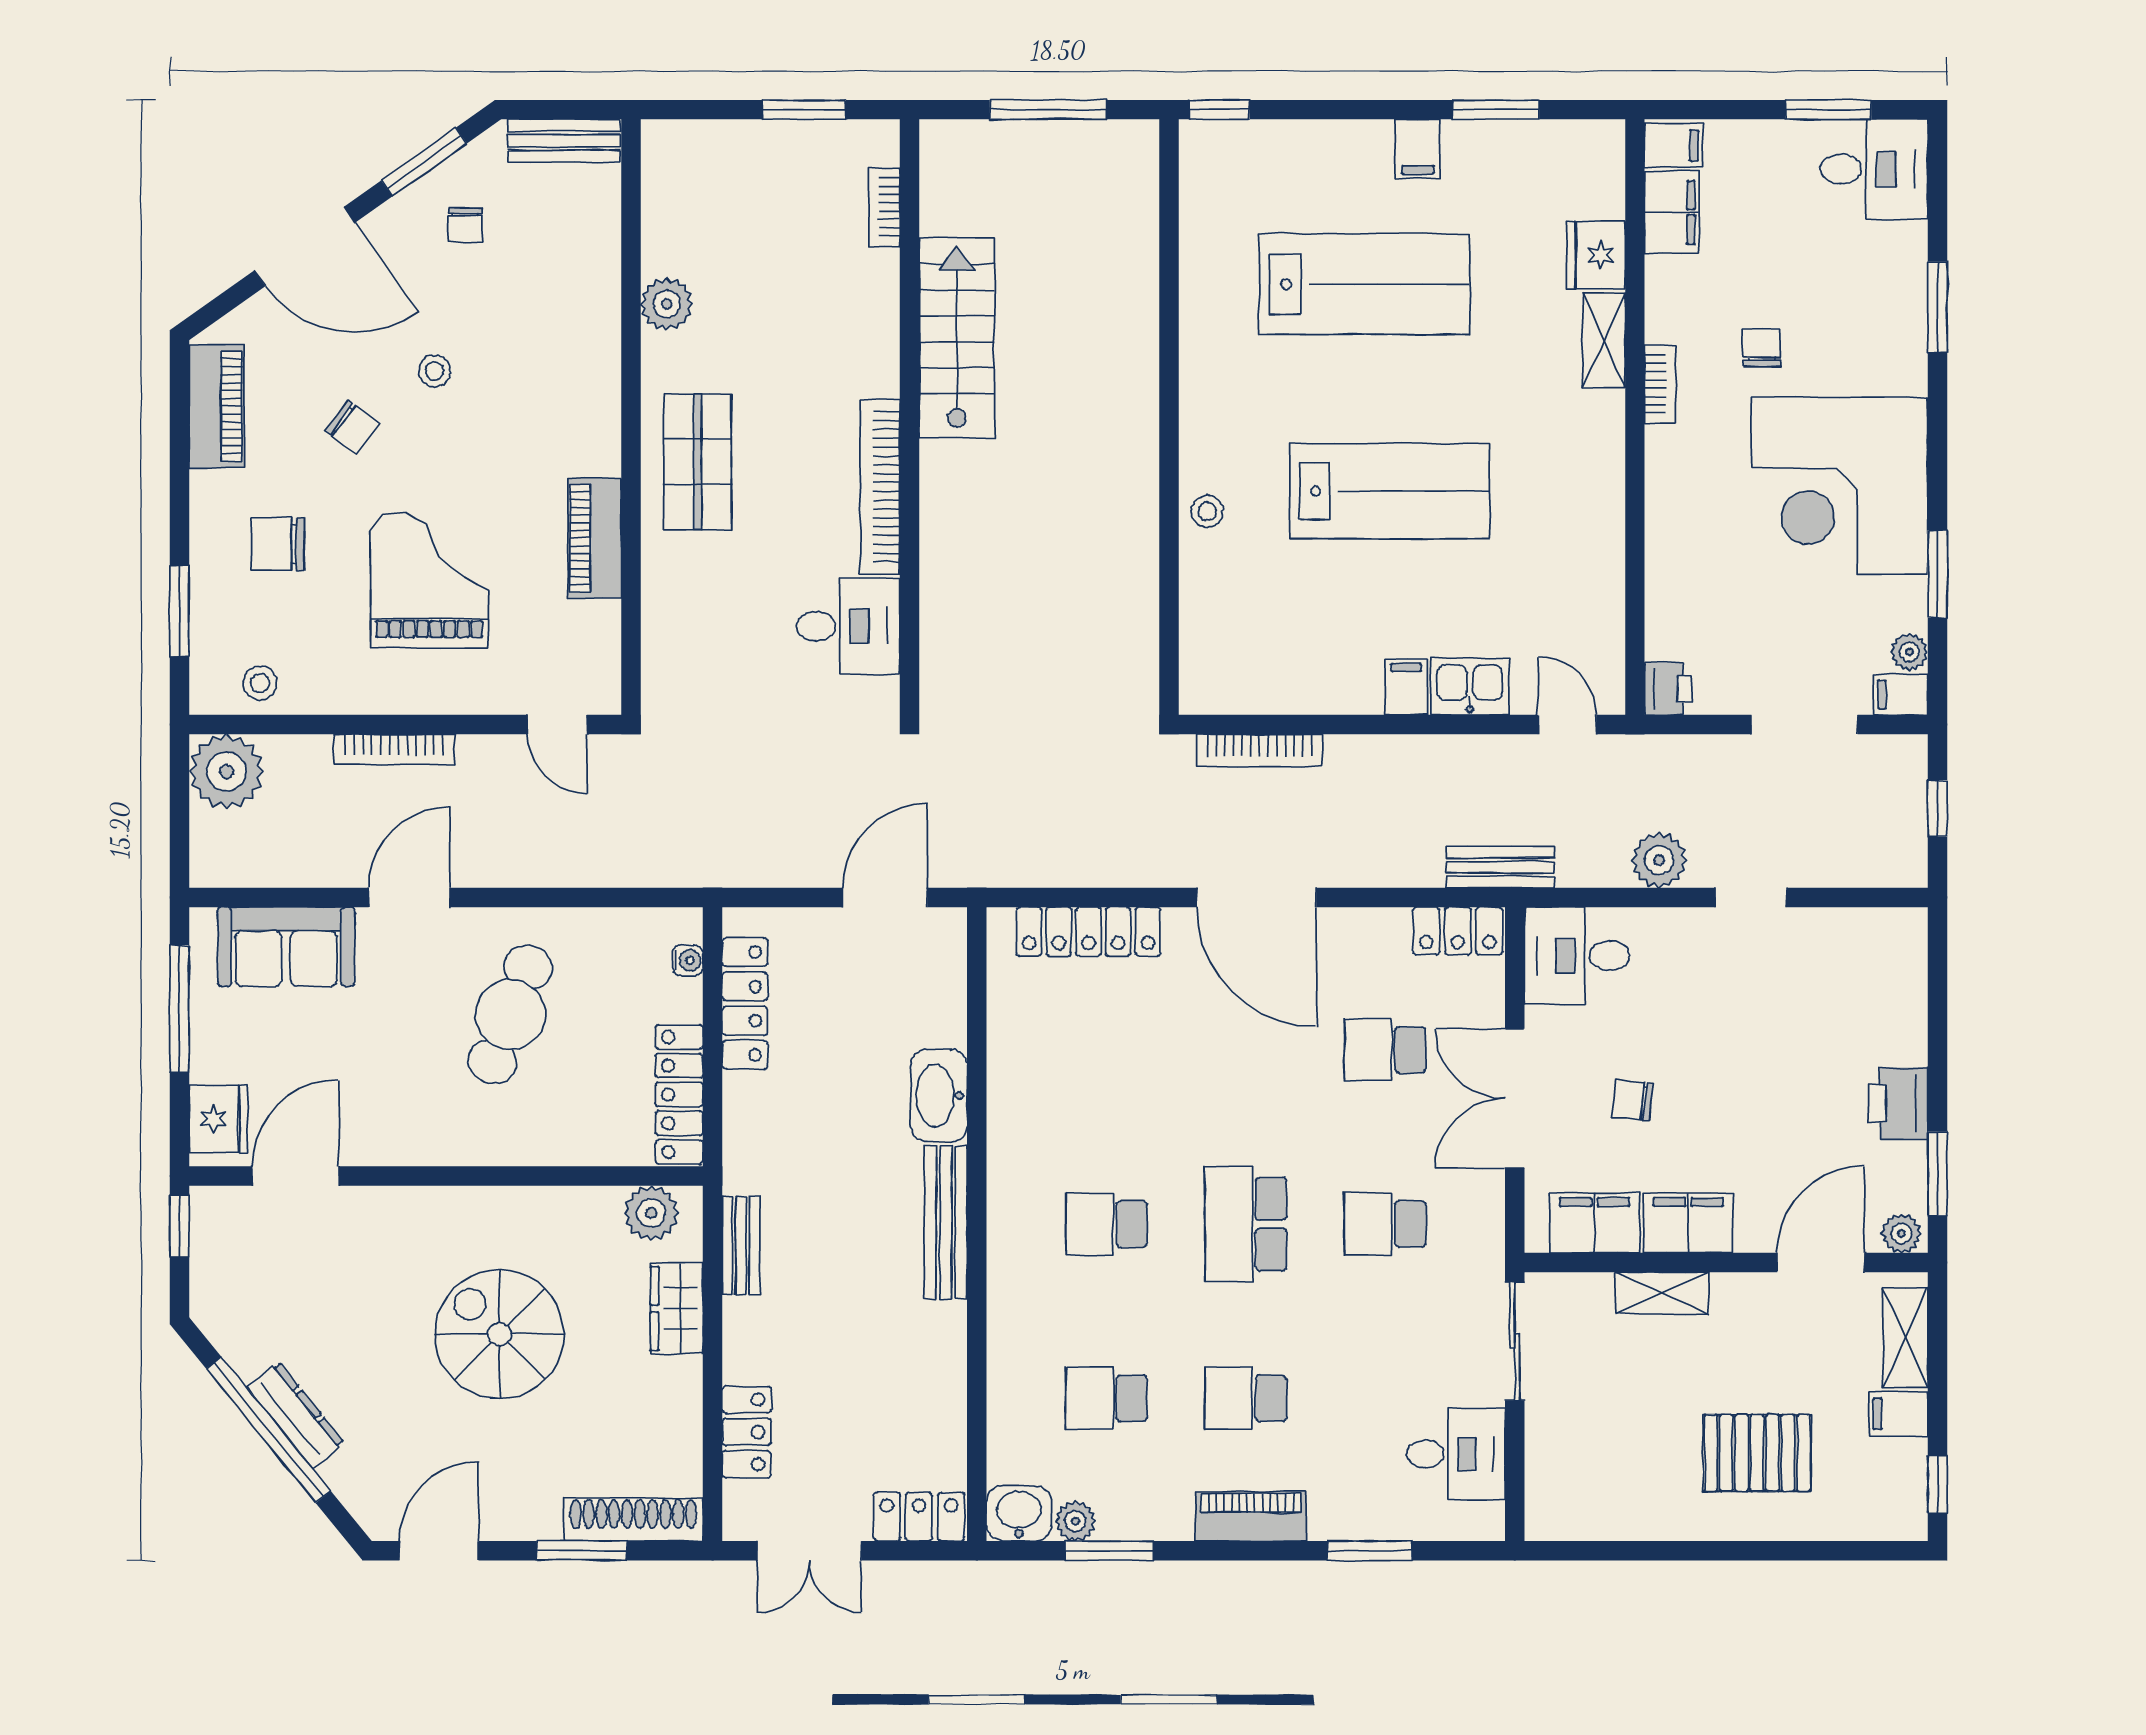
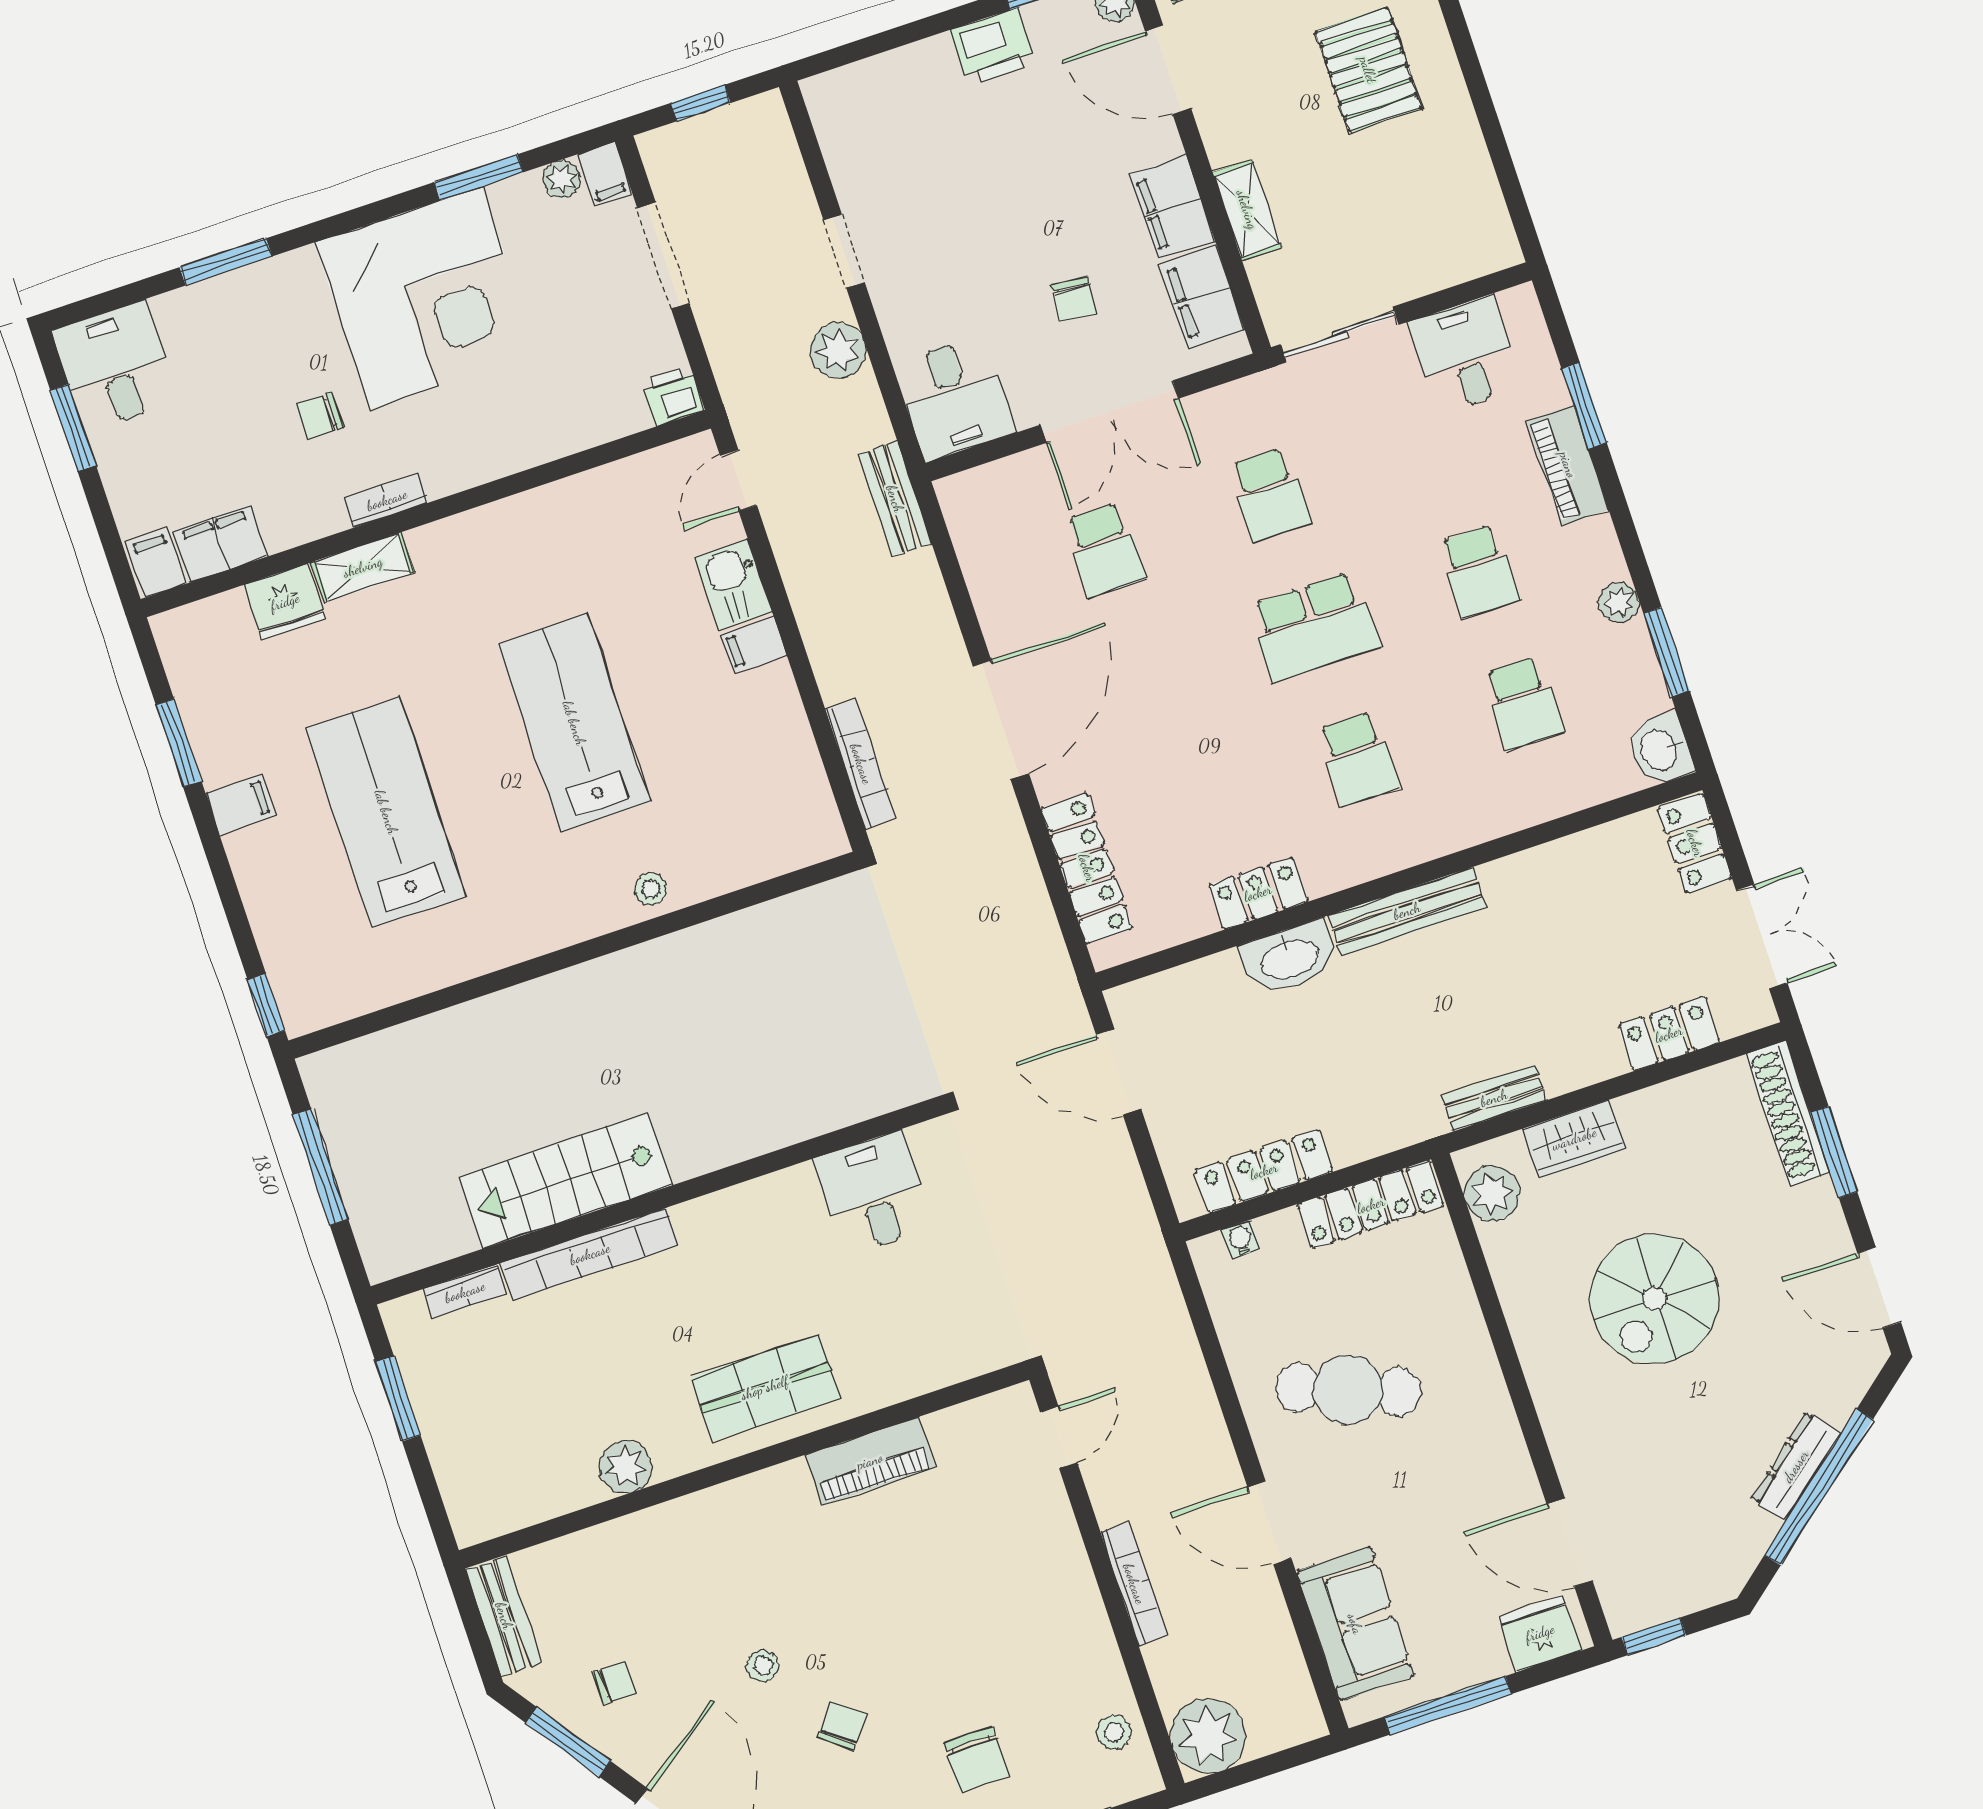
bookcase: (880, 487) -> (590, 1254), moved
grand piano: (429, 580) -> (962, 1604), removed
locker: (1458, 931) -> (1258, 893), moved, turned -90
piano: (1251, 1516) -> (1568, 465), moved
plant: (1075, 1521) -> (1619, 603), moved

